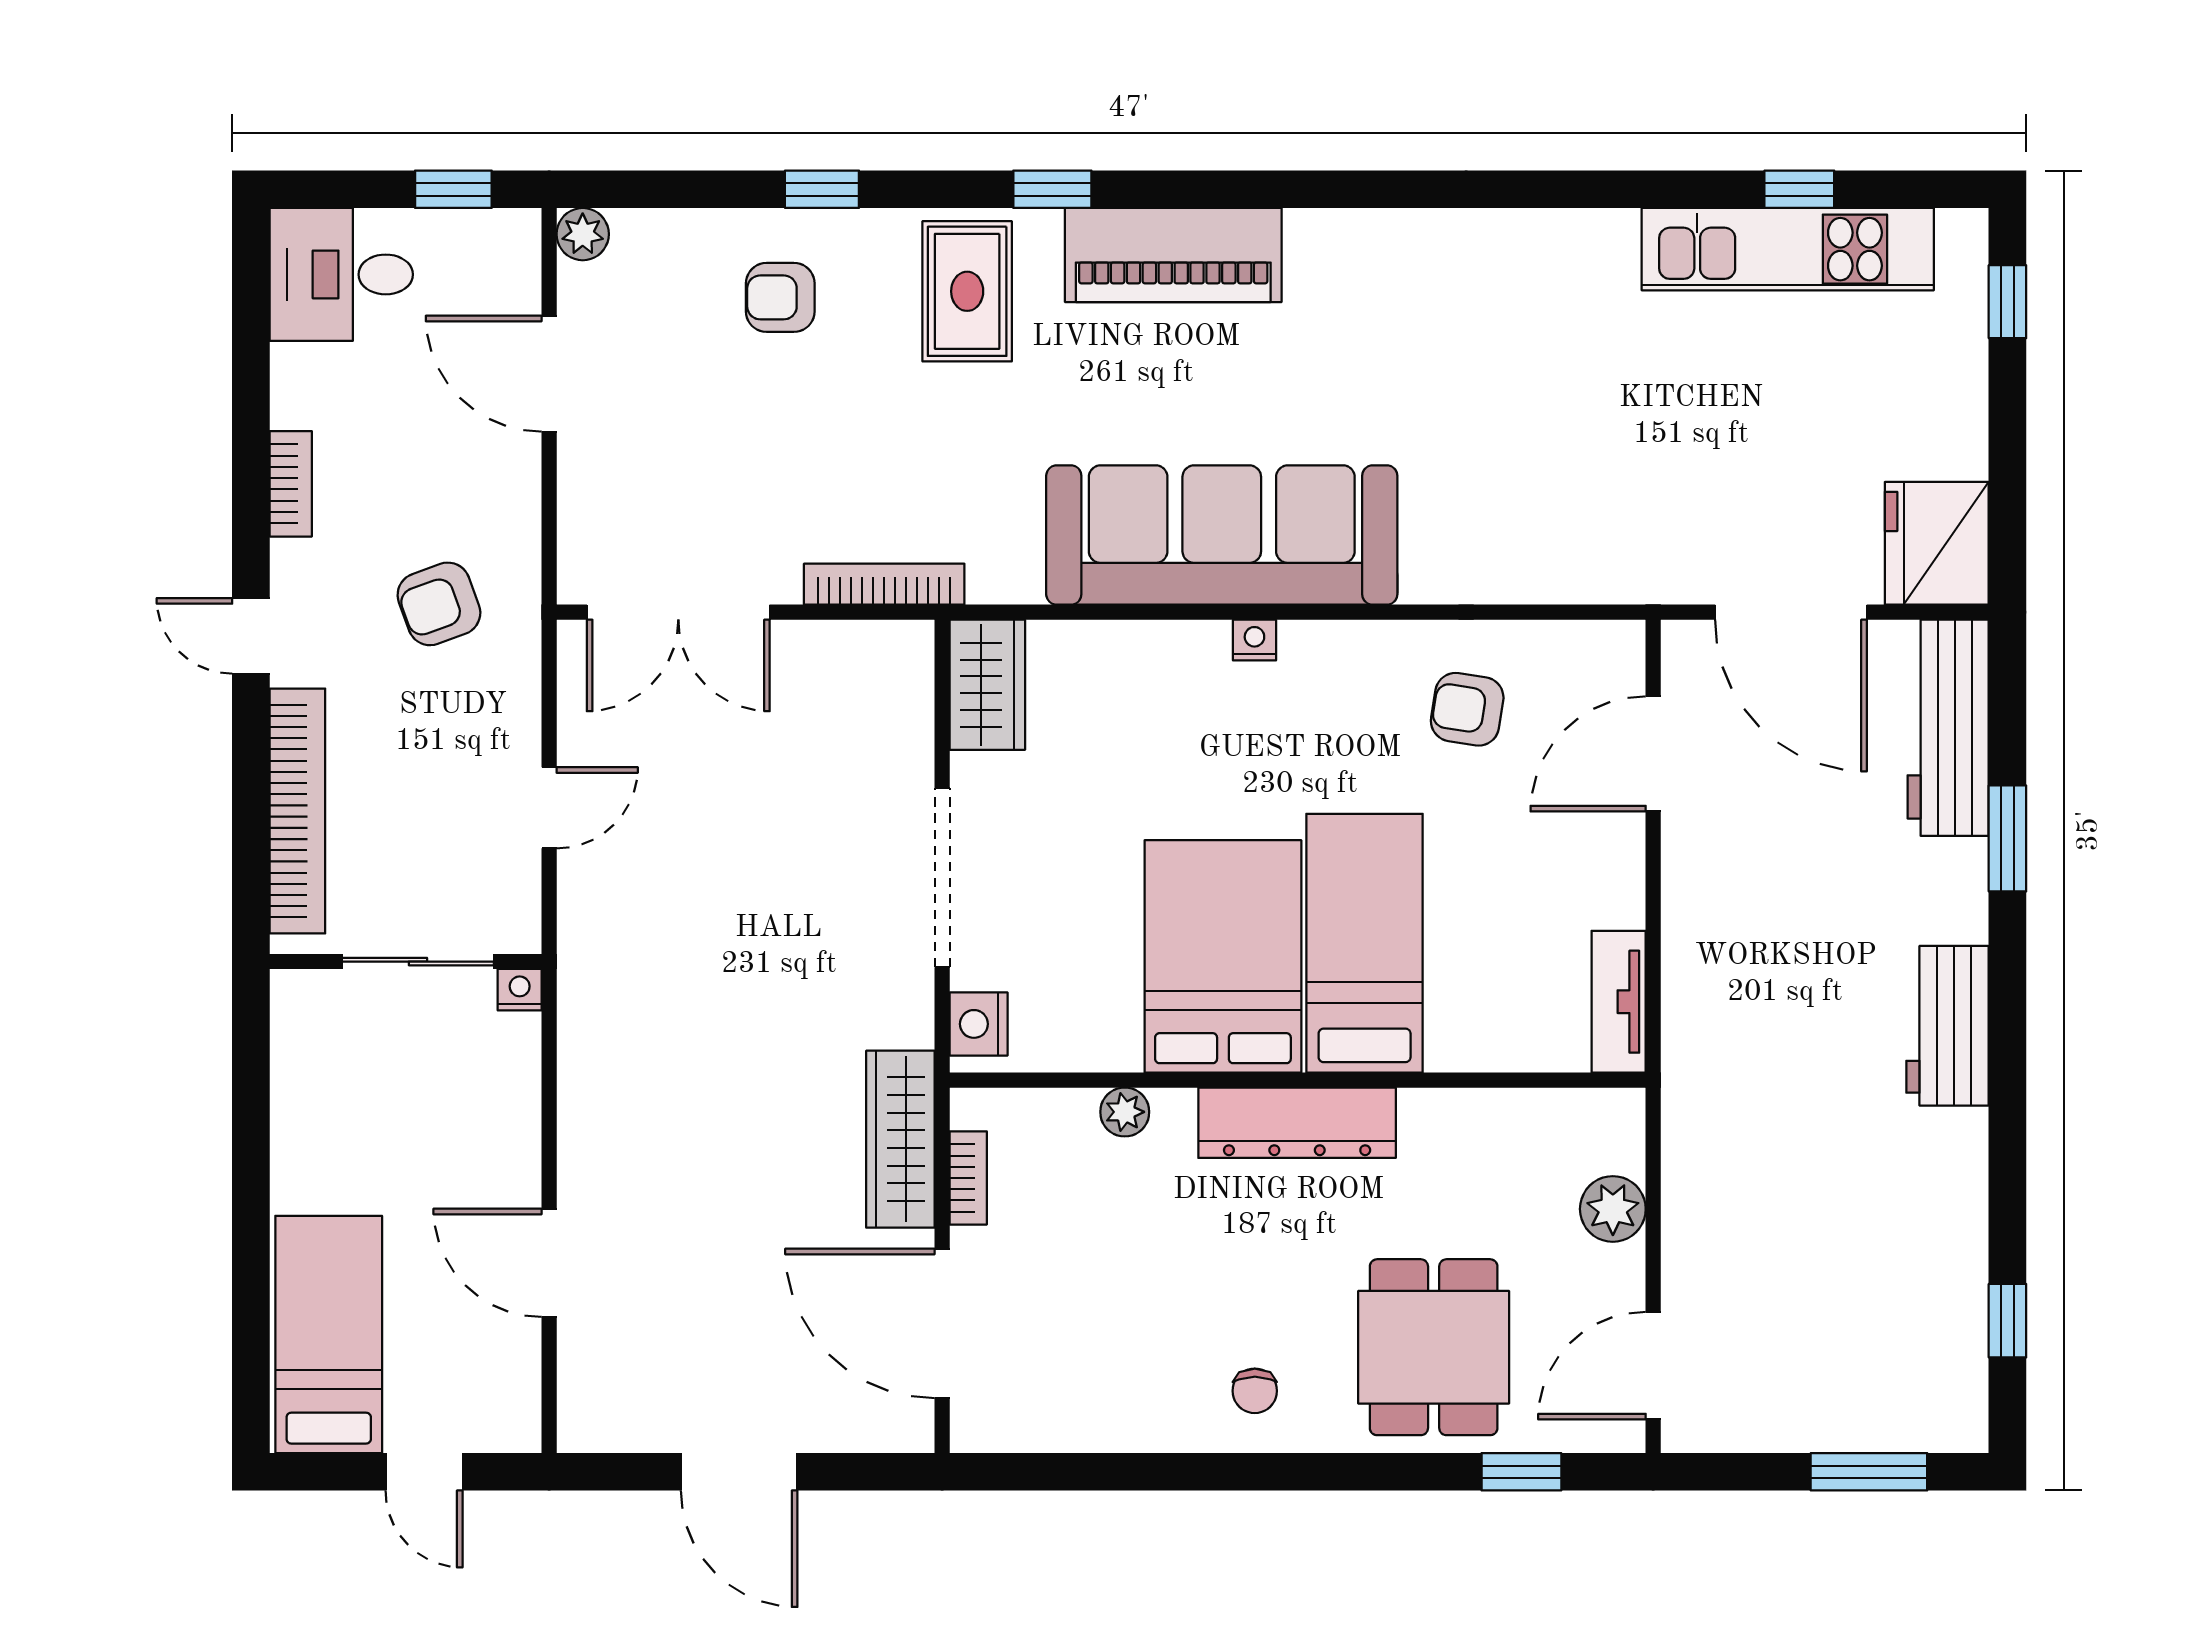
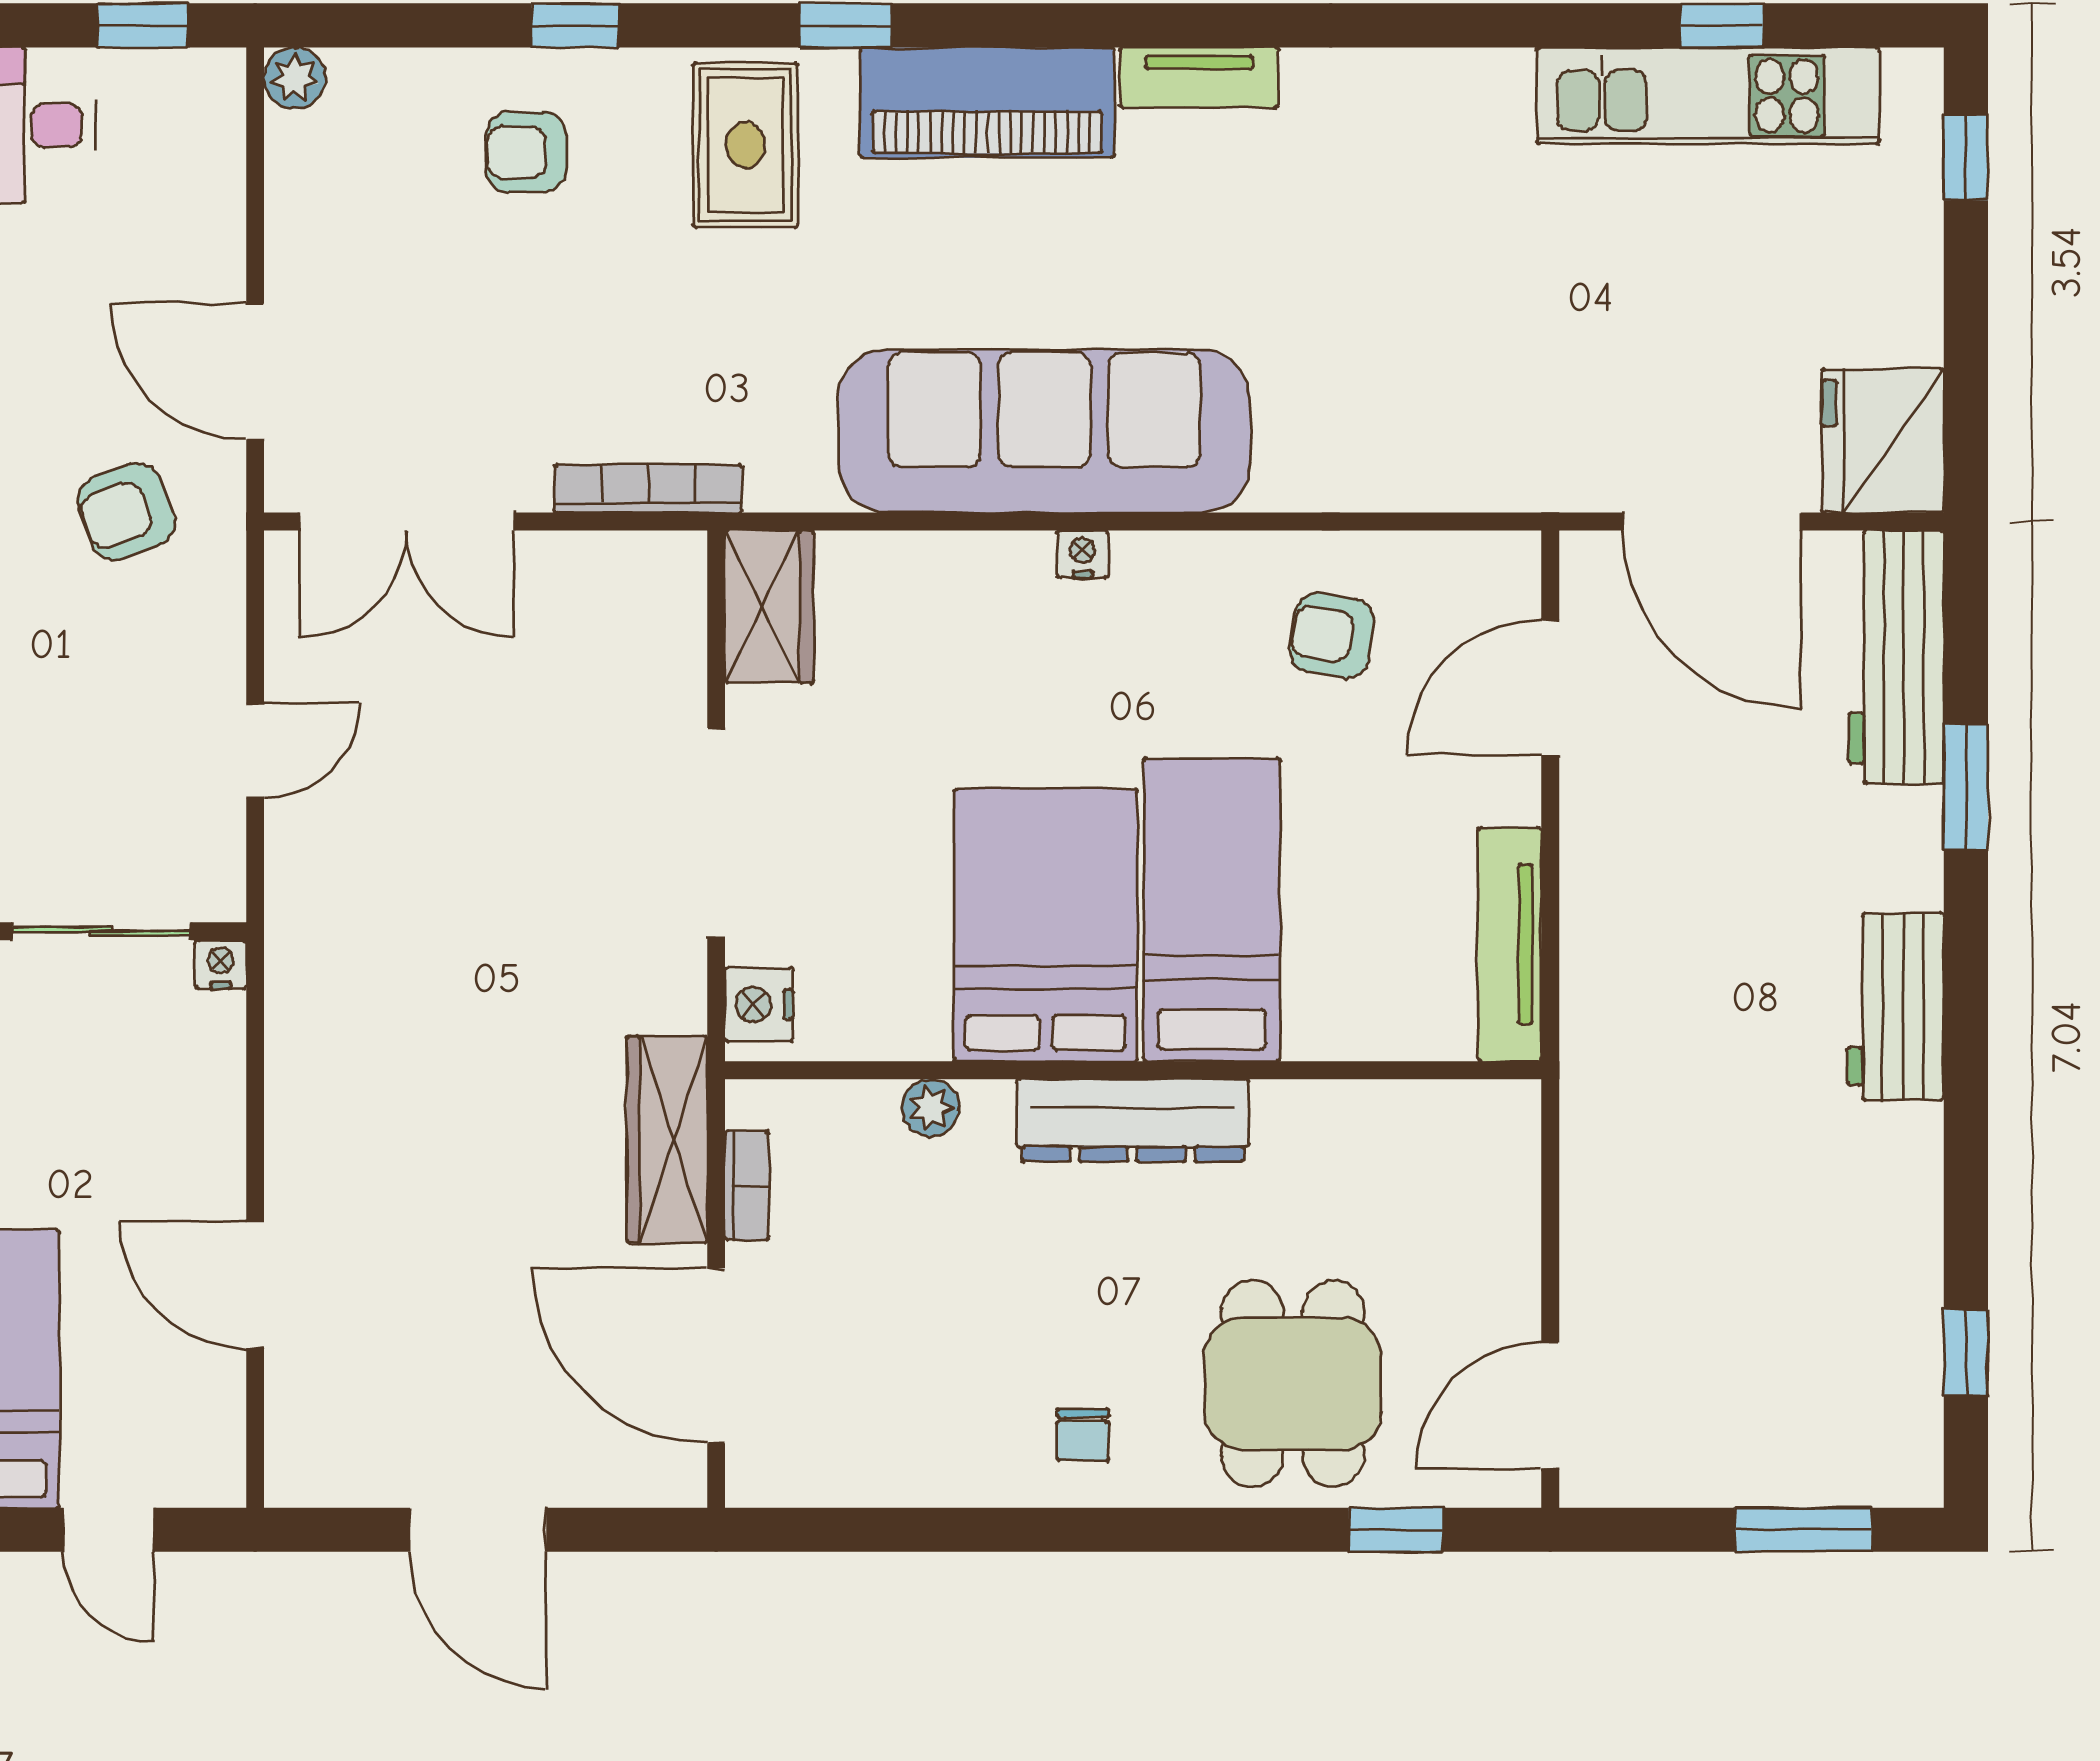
tv unit: (1354, 234) -> (1199, 78), added
door: (549, 374) -> (255, 371), moved
tv unit: (1619, 1002) -> (1510, 944), width x1.41
plant: (1613, 1209) -> (1503, 1222), removed

